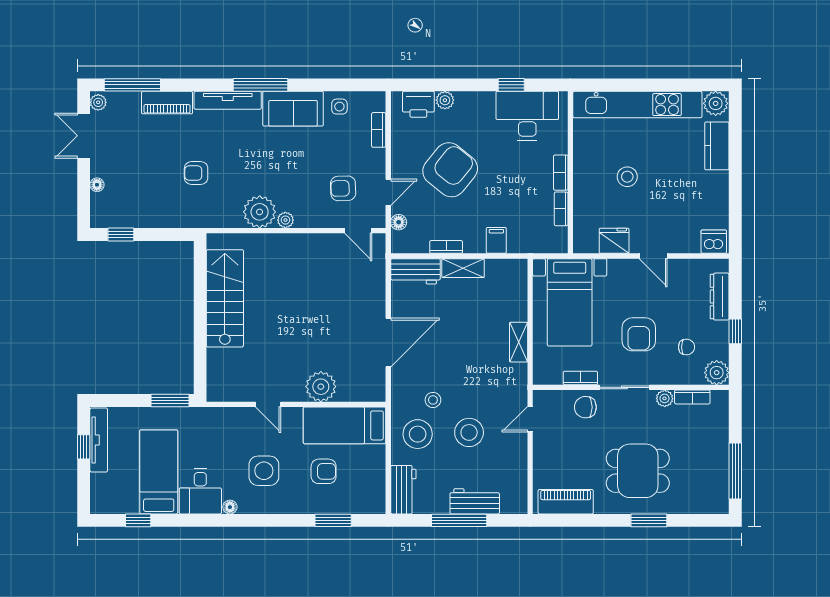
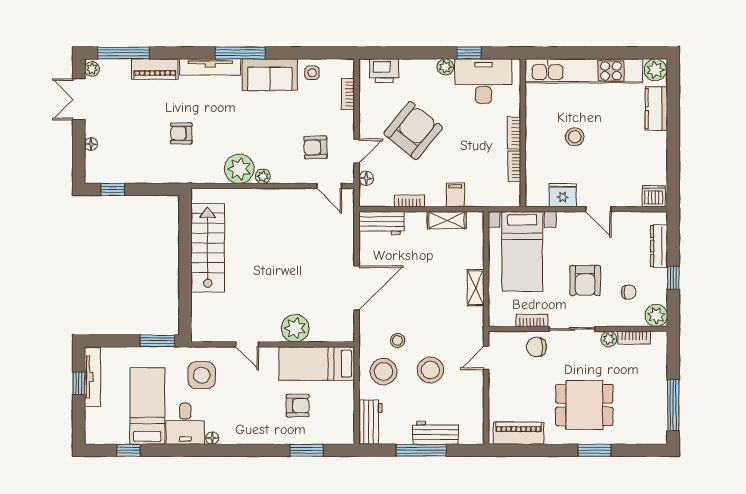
plant: (445, 100) -> (445, 67), moved
shelving: (463, 268) -> (447, 220), moved
side table: (264, 471) -> (202, 375), moved

